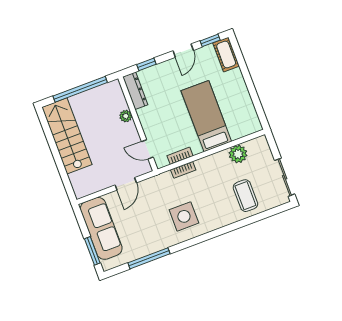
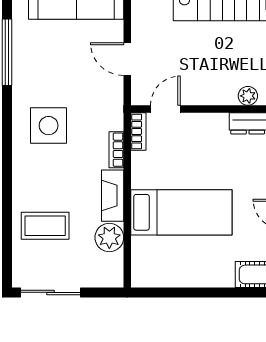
plant: (126, 116) -> (248, 96), moved
bookcase: (180, 156) -> (138, 131), moved
fireplace: (212, 162) -> (113, 196), added

